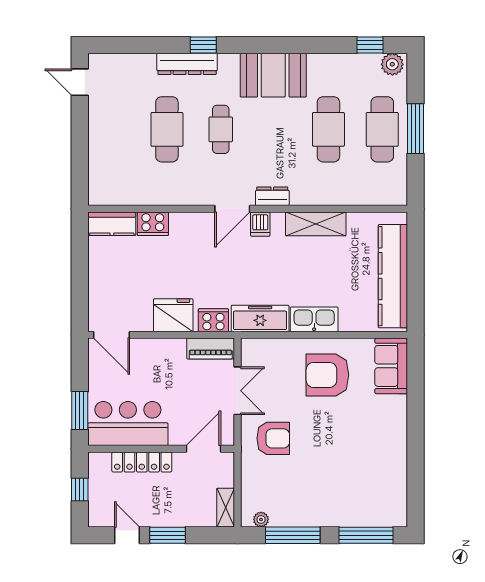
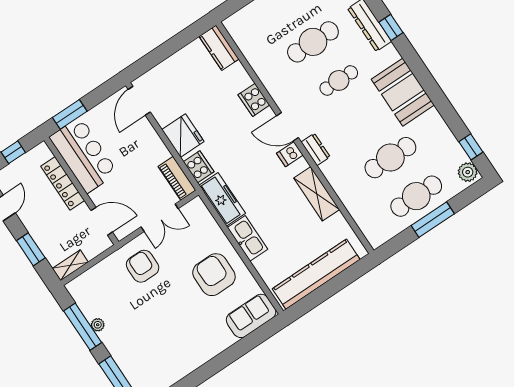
cooker: (153, 224) -> (254, 100), moved
armchair: (273, 438) -> (143, 266), turned 180
plant: (261, 519) -> (98, 325), moved
window: (168, 535) -> (31, 249), moved

